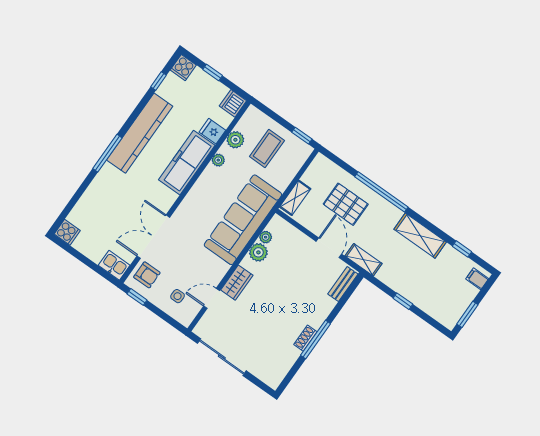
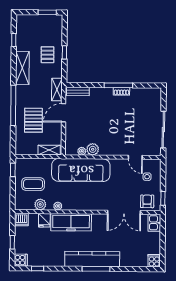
kitchen counter: (140, 133) -> (92, 259), moved
pallet: (415, 278) -> (48, 55), added
filing cabinet: (477, 279) -> (24, 21), removed
wardrobe: (237, 283) -> (117, 150), removed

